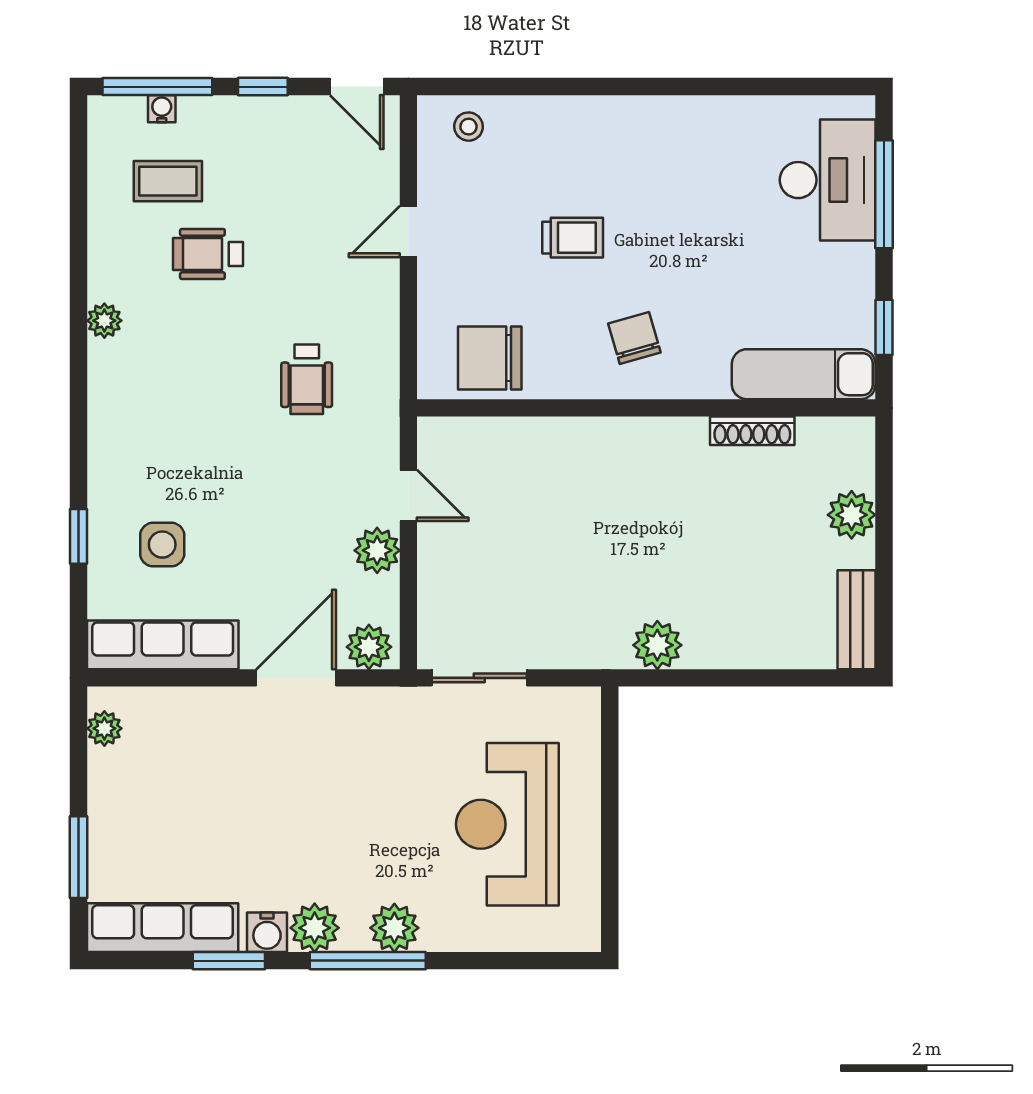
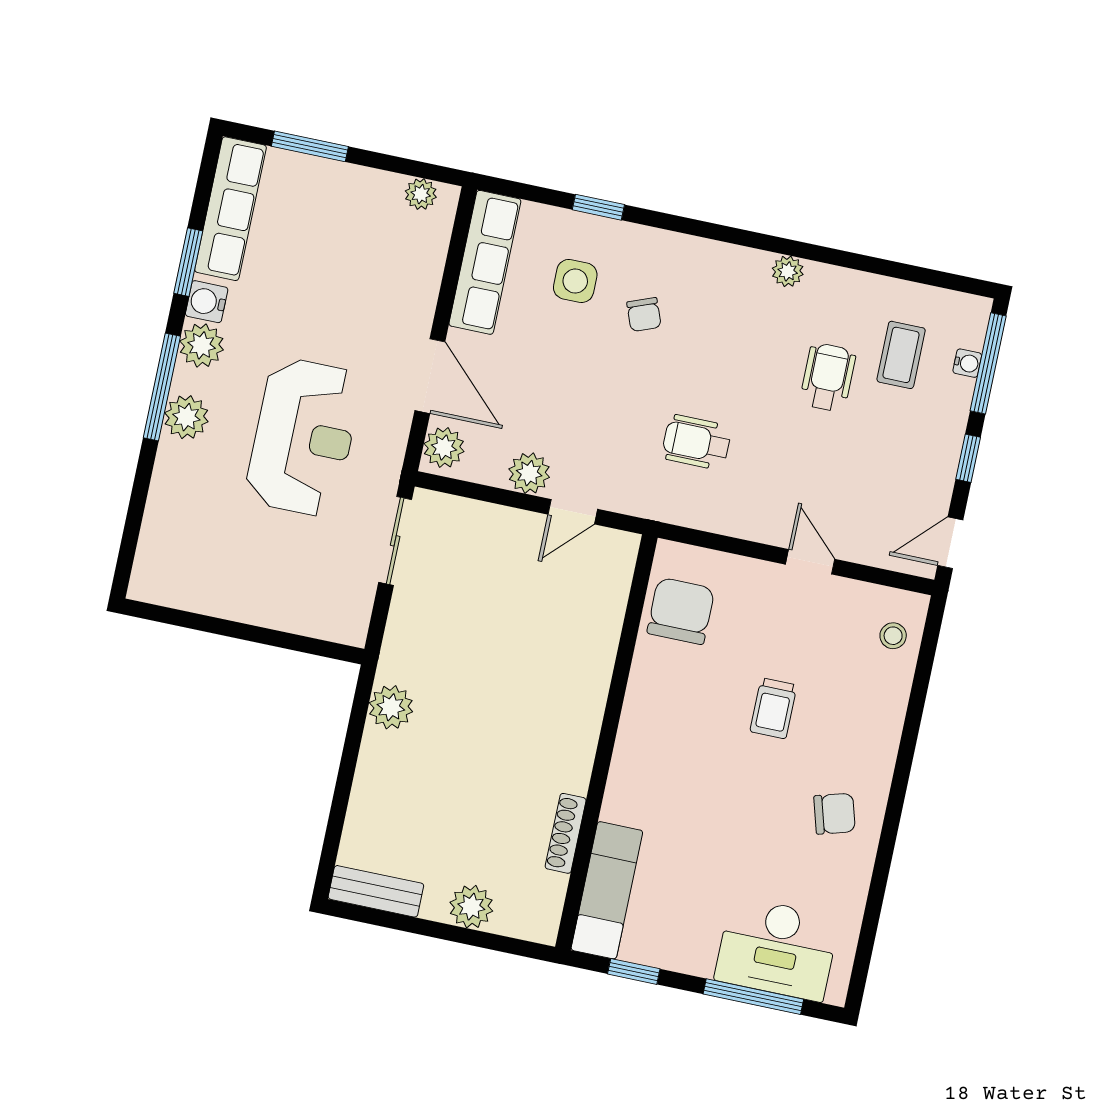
chair: (634, 338) -> (834, 814), moved
chair: (183, 464) -> (644, 315), added
reception desk: (507, 824) -> (304, 437), moved, turned 90

